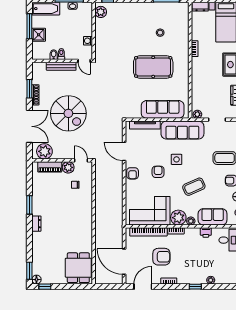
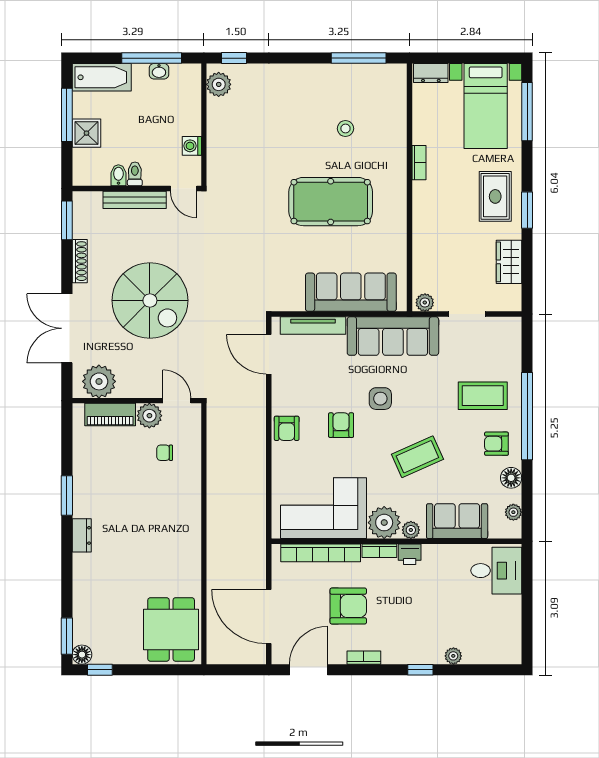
window: (29, 89) -> (67, 220), moved
double door: (29, 126) -> (67, 328), swing flipped
door: (124, 151) -> (269, 354), moved
printer: (206, 232) -> (410, 554), moved

